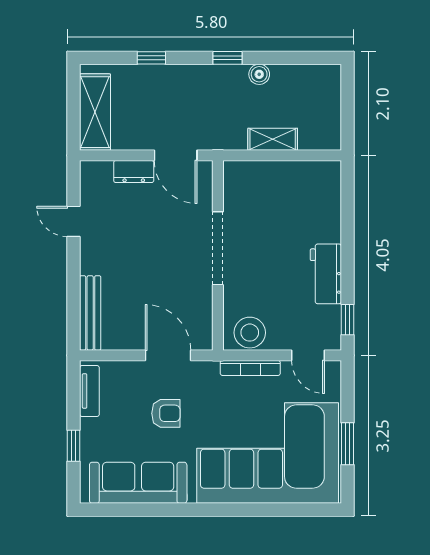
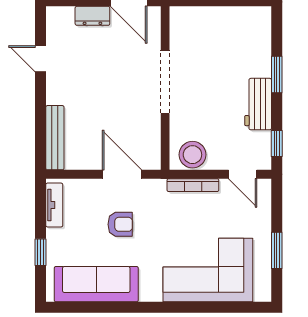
window: (348, 240) -> (277, 75), added
corner sofa: (268, 453) -> (208, 270), width x0.73, depth x0.74

